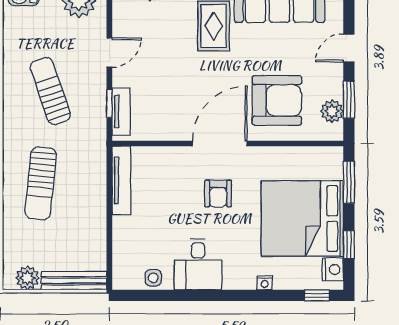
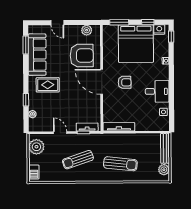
armchair: (277, 100) -> (82, 56), turned 90
window: (349, 100) -> (81, 23), removed

